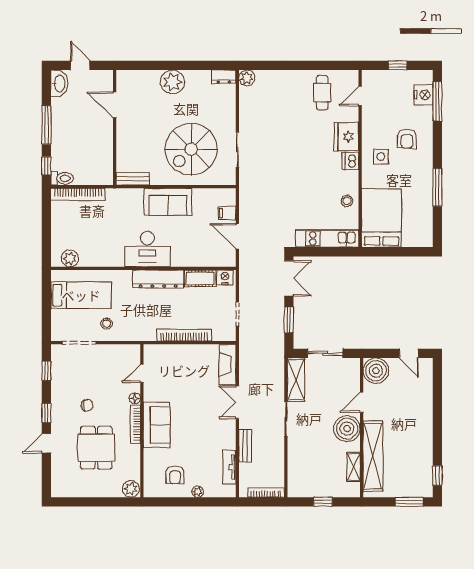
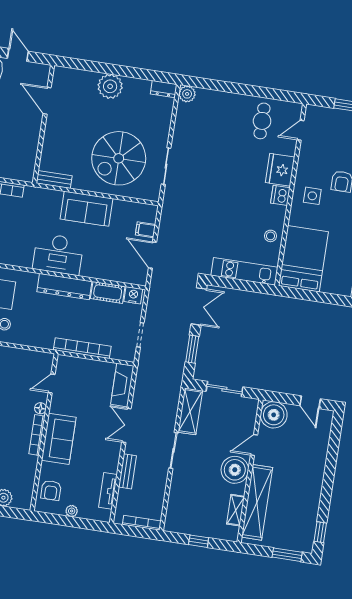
door: (142, 373) -> (52, 383), moved
floor lamp: (135, 398) -> (40, 408), moved
wall: (142, 421) -> (44, 432), moved
bookcase: (135, 424) -> (37, 435), moved
sofa: (157, 425) -> (59, 439), moved

